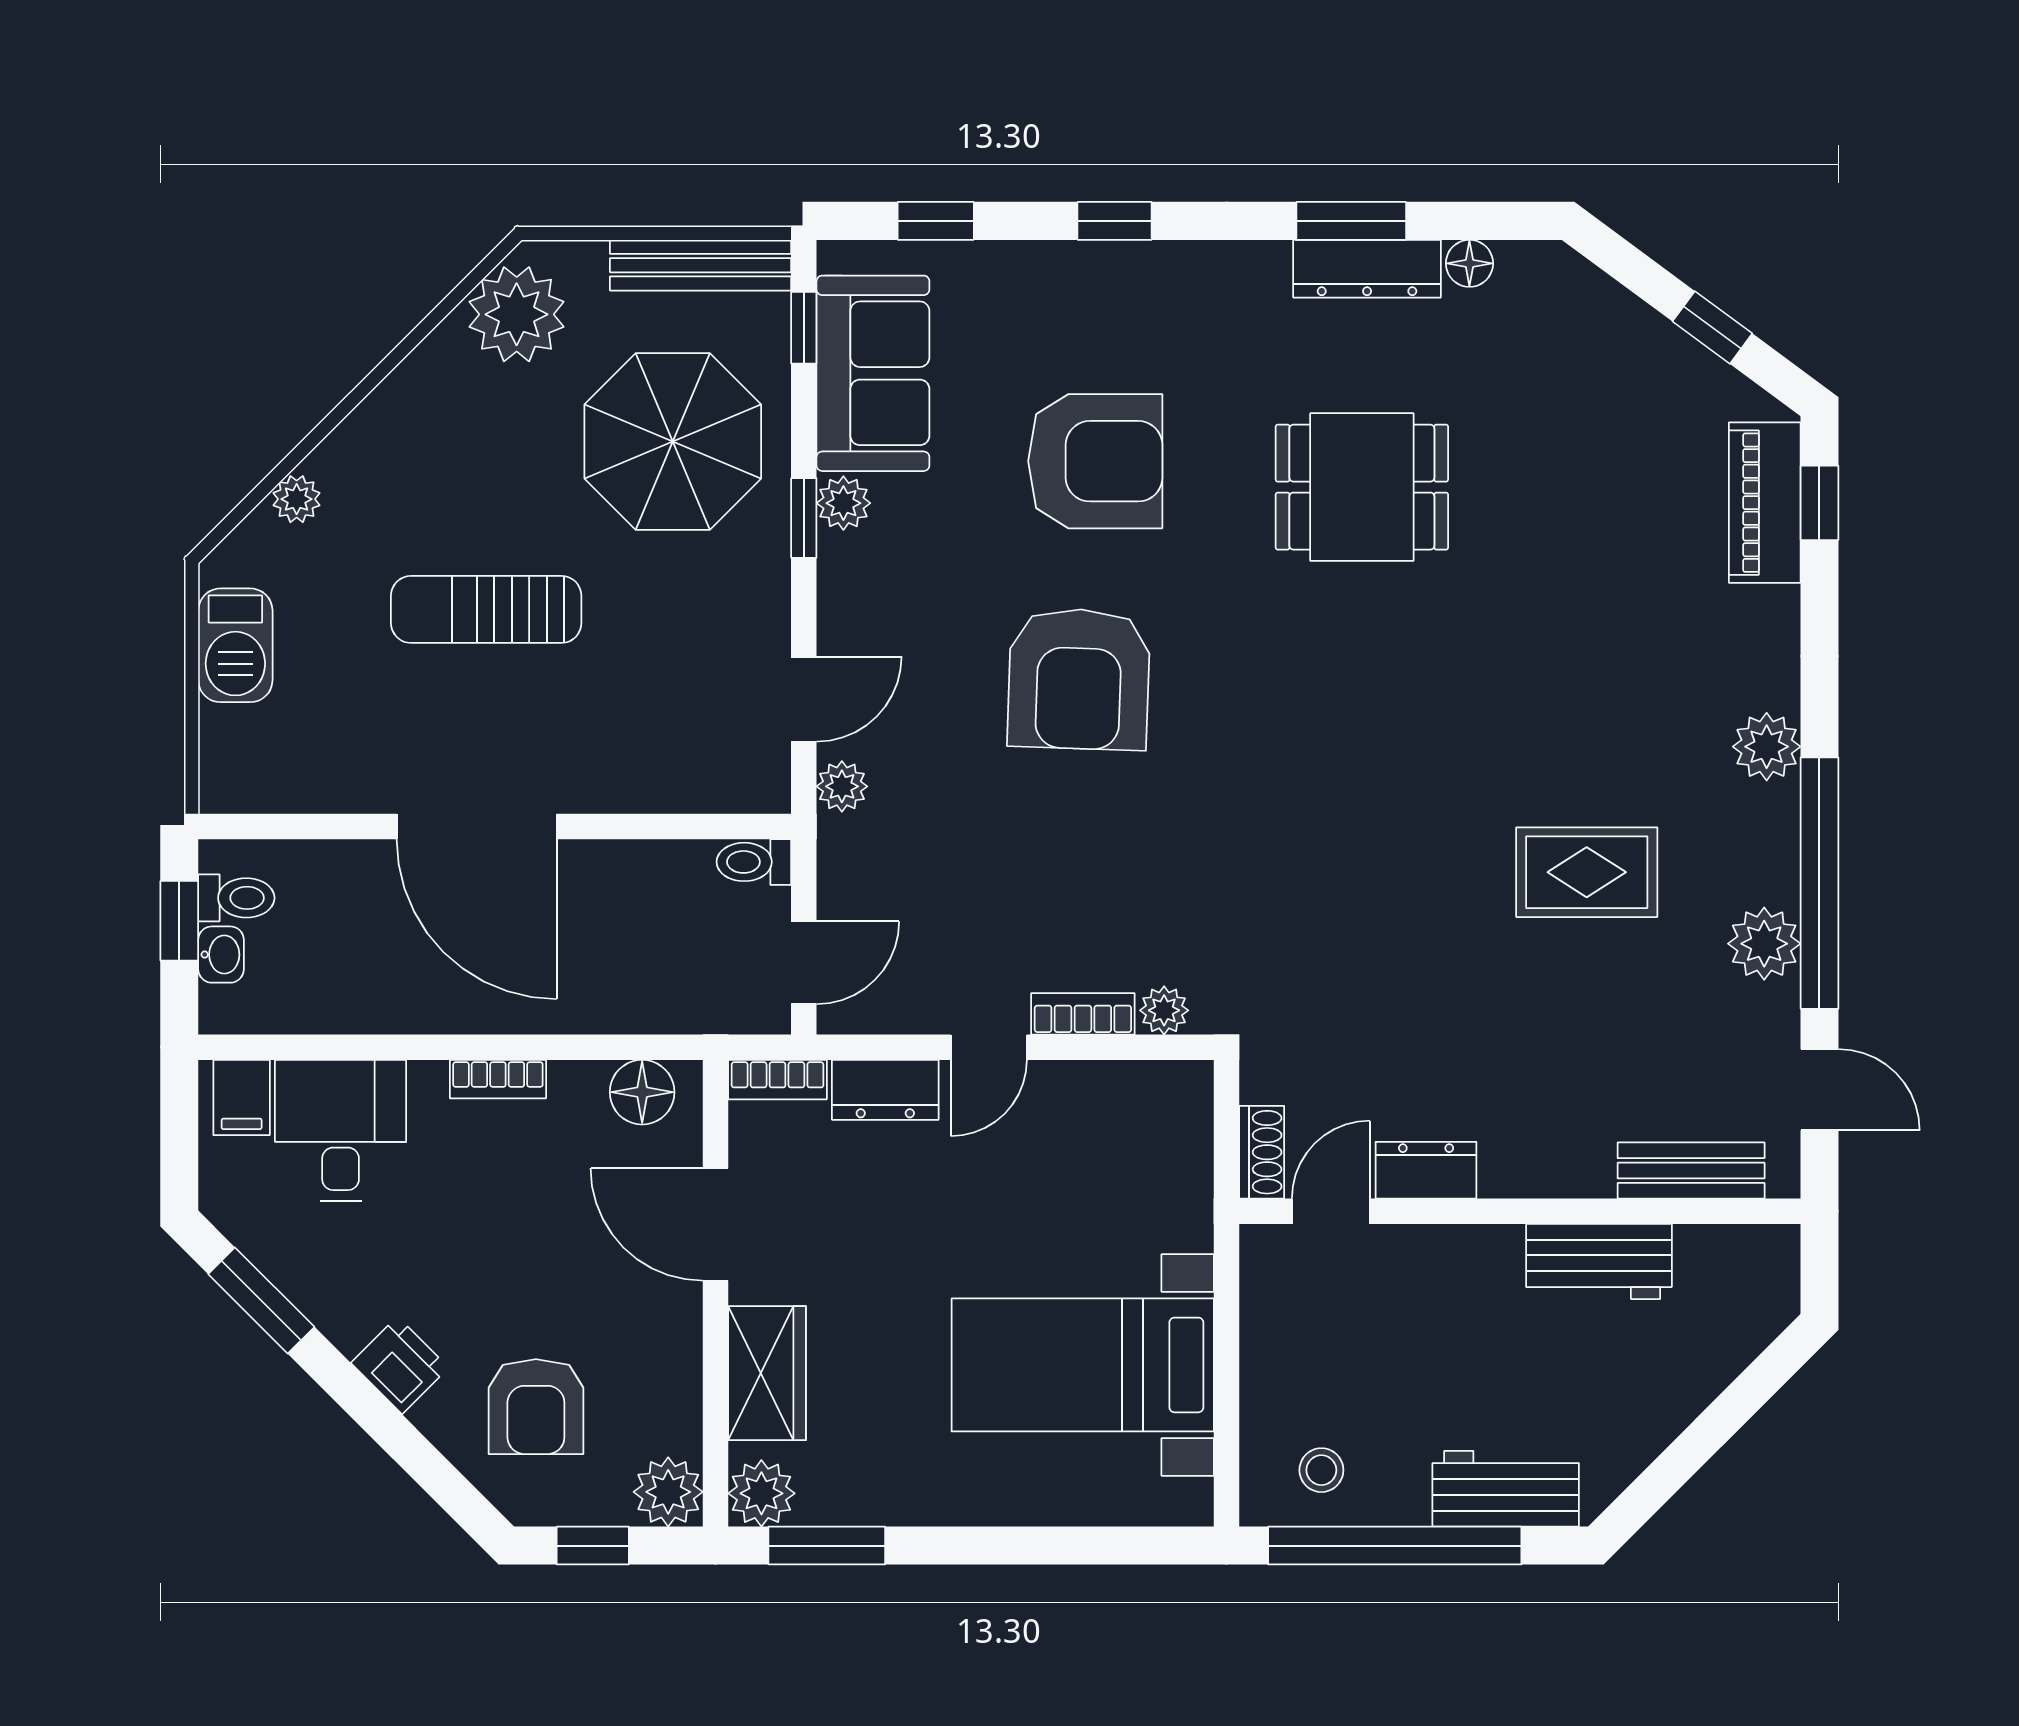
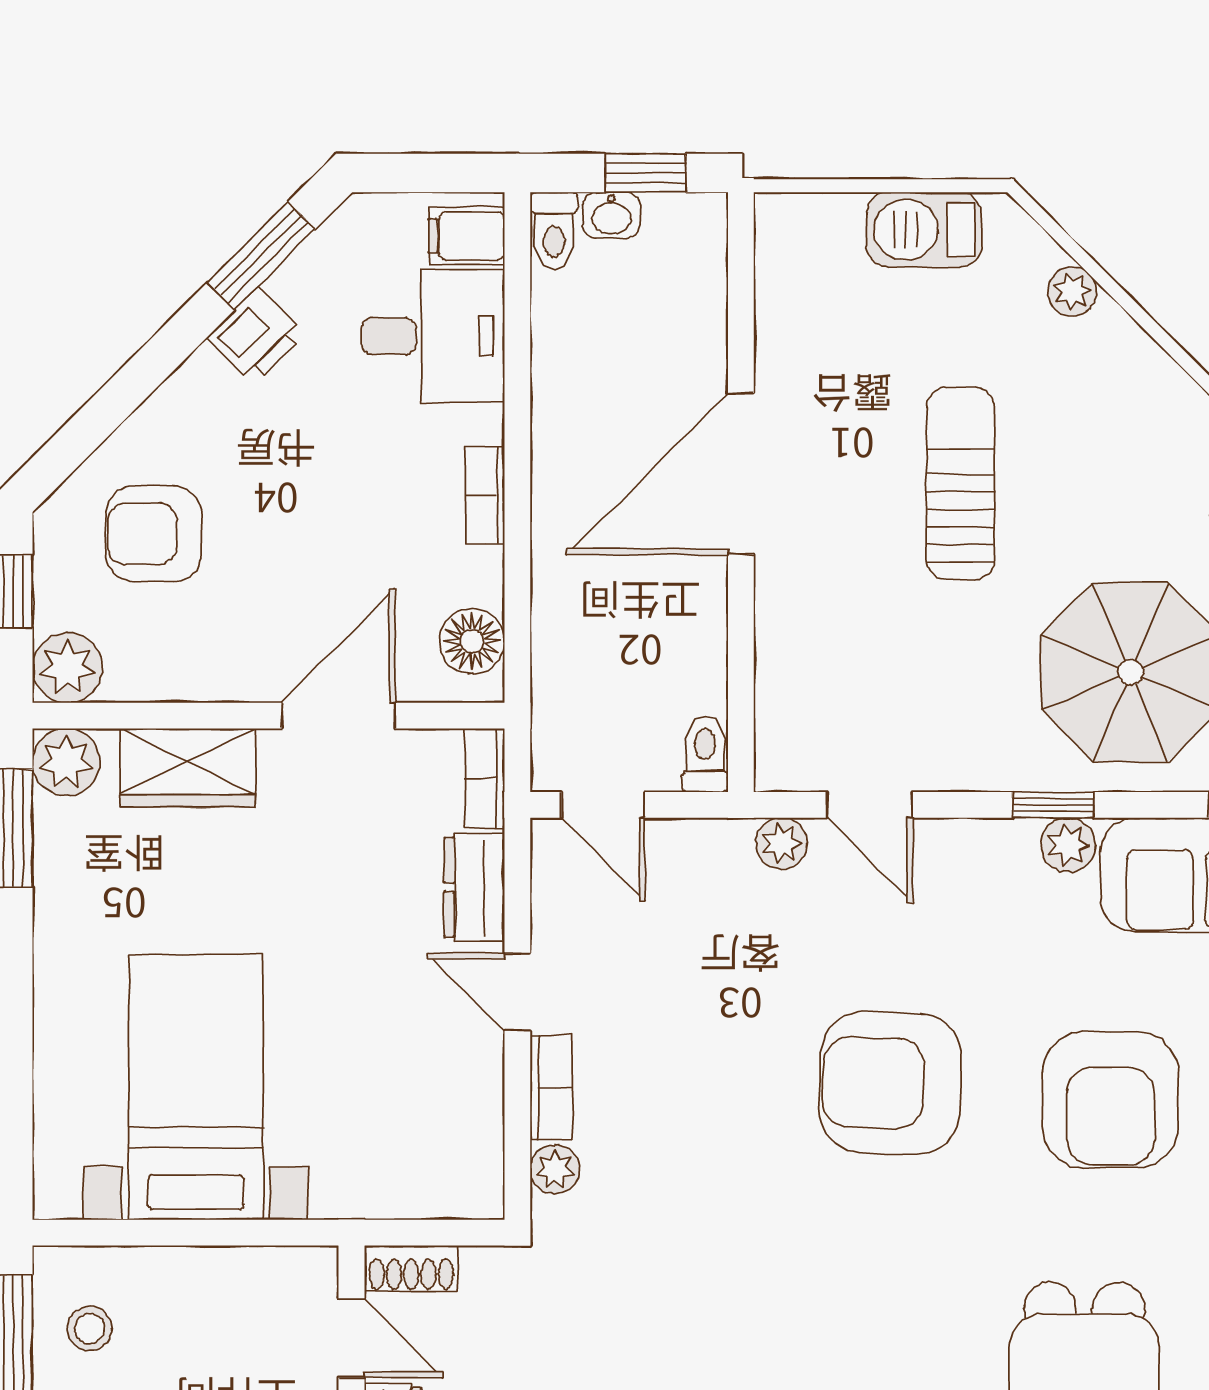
toilet: (236, 898) -> (554, 231), moved
printer: (400, 1365) -> (256, 336), moved

